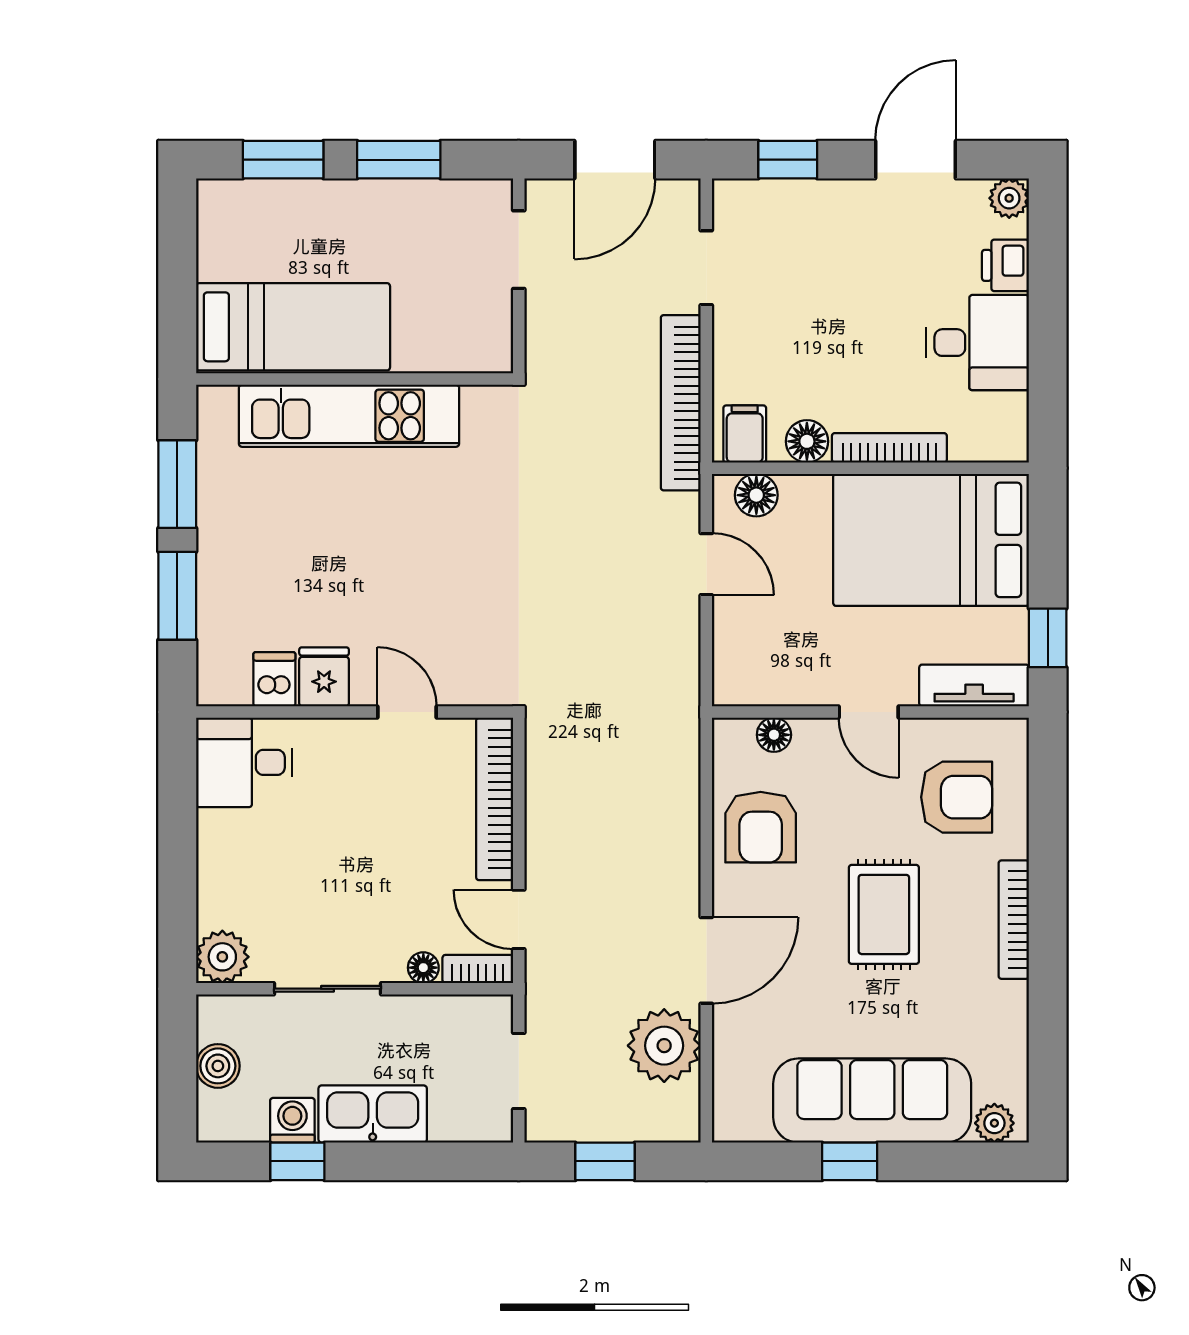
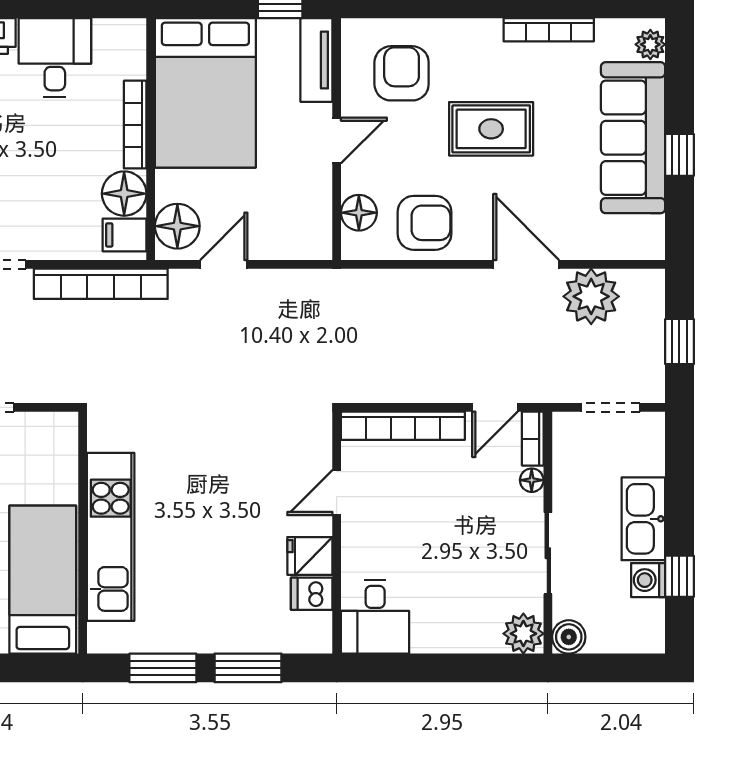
floor lamp: (807, 441) -> (124, 194), width x1.38, depth x1.38
floor lamp: (756, 495) -> (177, 226), width x1.38, depth x1.38
floor lamp: (774, 735) -> (359, 213), width x1.37, depth x1.37
bookcase: (1014, 920) -> (549, 30), moved
boiler: (218, 1066) -> (569, 637), moved

